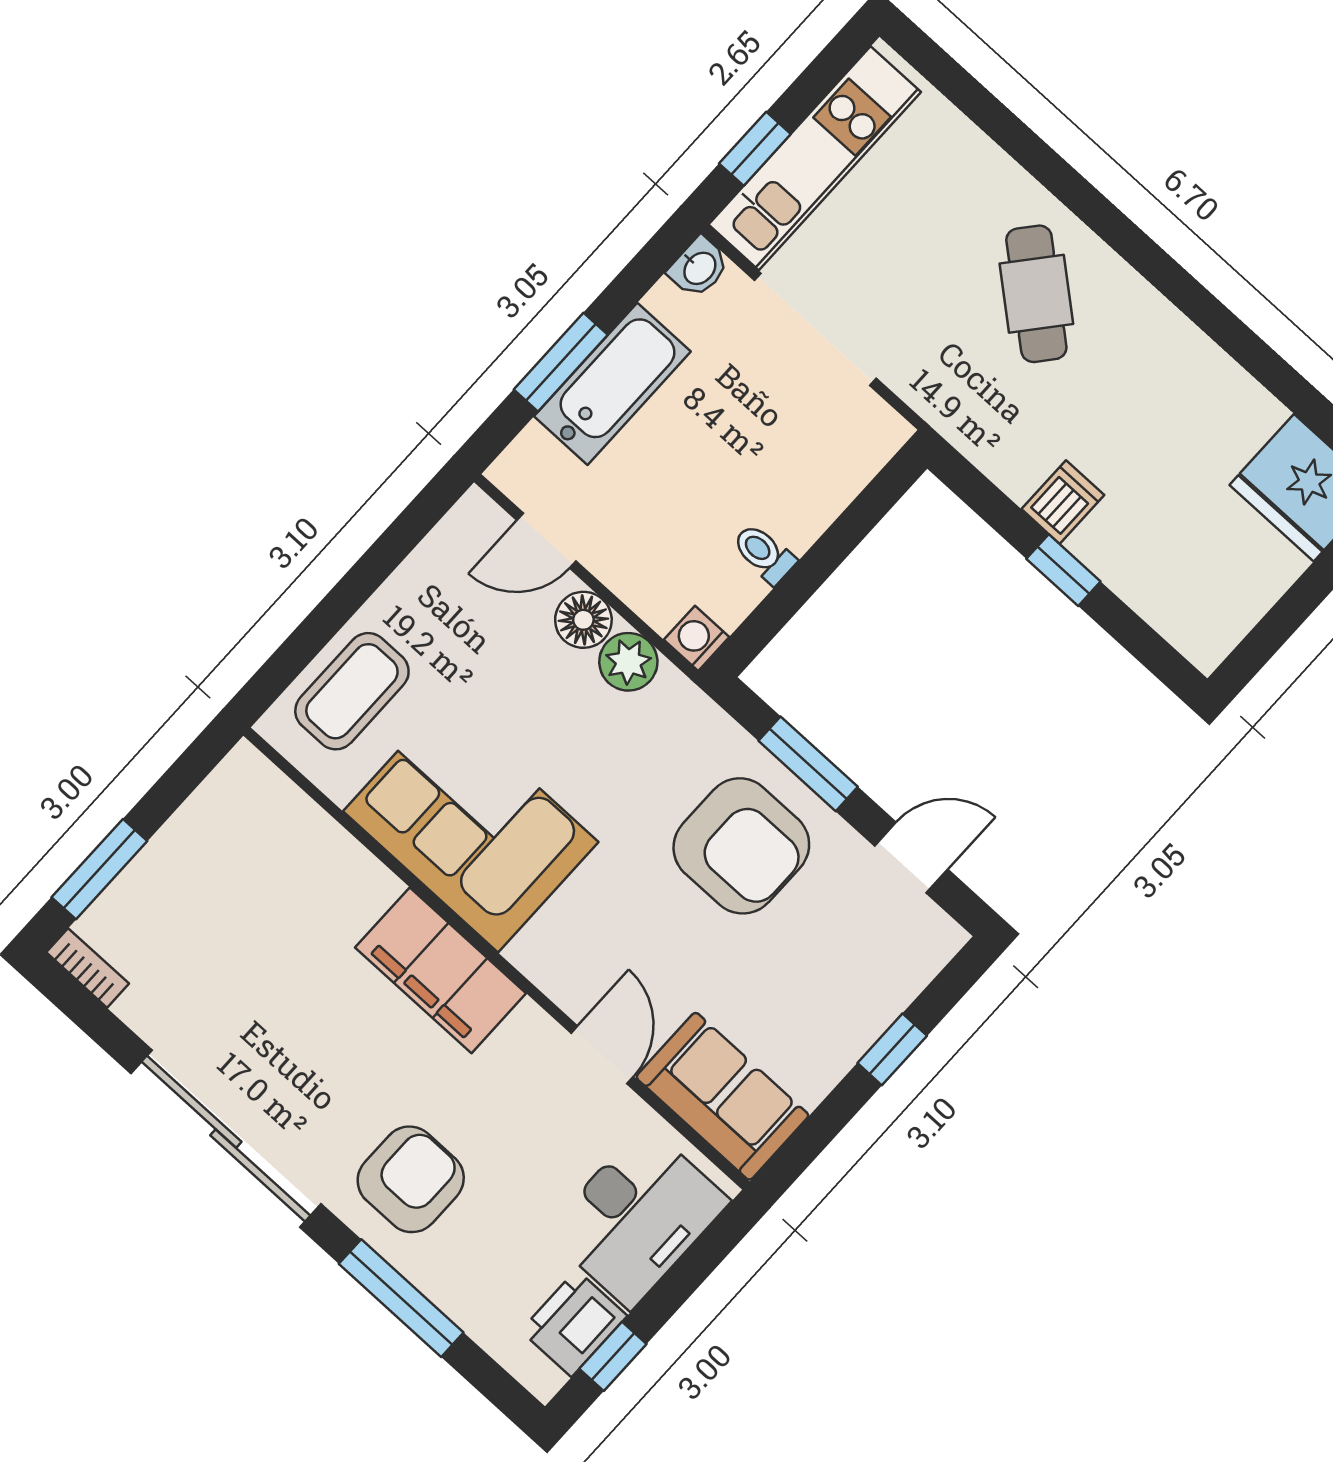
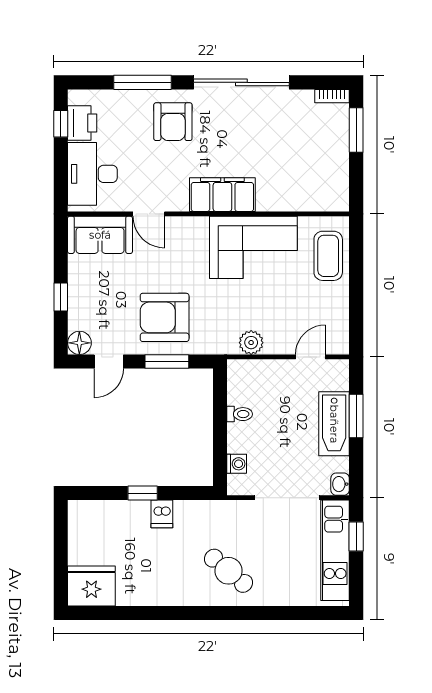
floor lamp: (583, 620) -> (79, 343), moved
washing machine: (697, 638) -> (237, 464), moved

